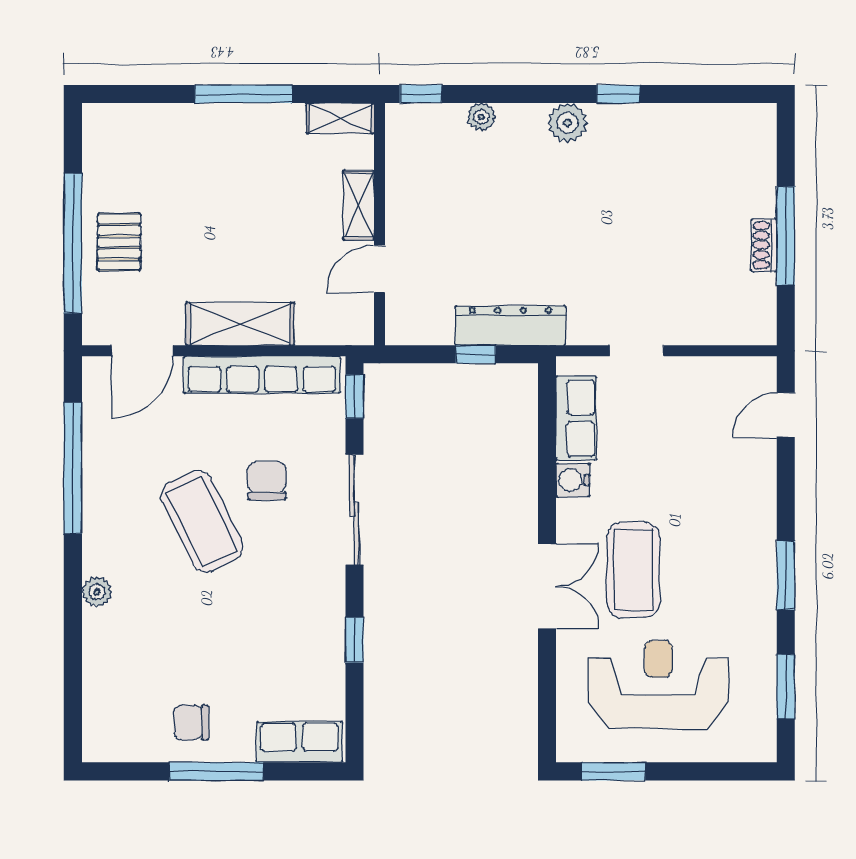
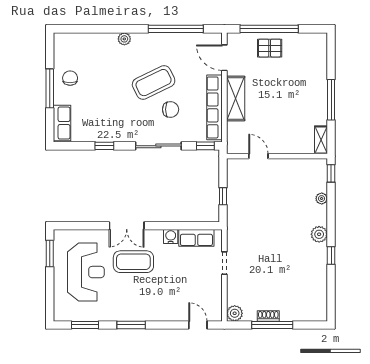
shelving: (359, 205) -> (285, 148), removed
dresser: (510, 326) -> (235, 211), removed
plant: (758, 326) -> (235, 313), added

